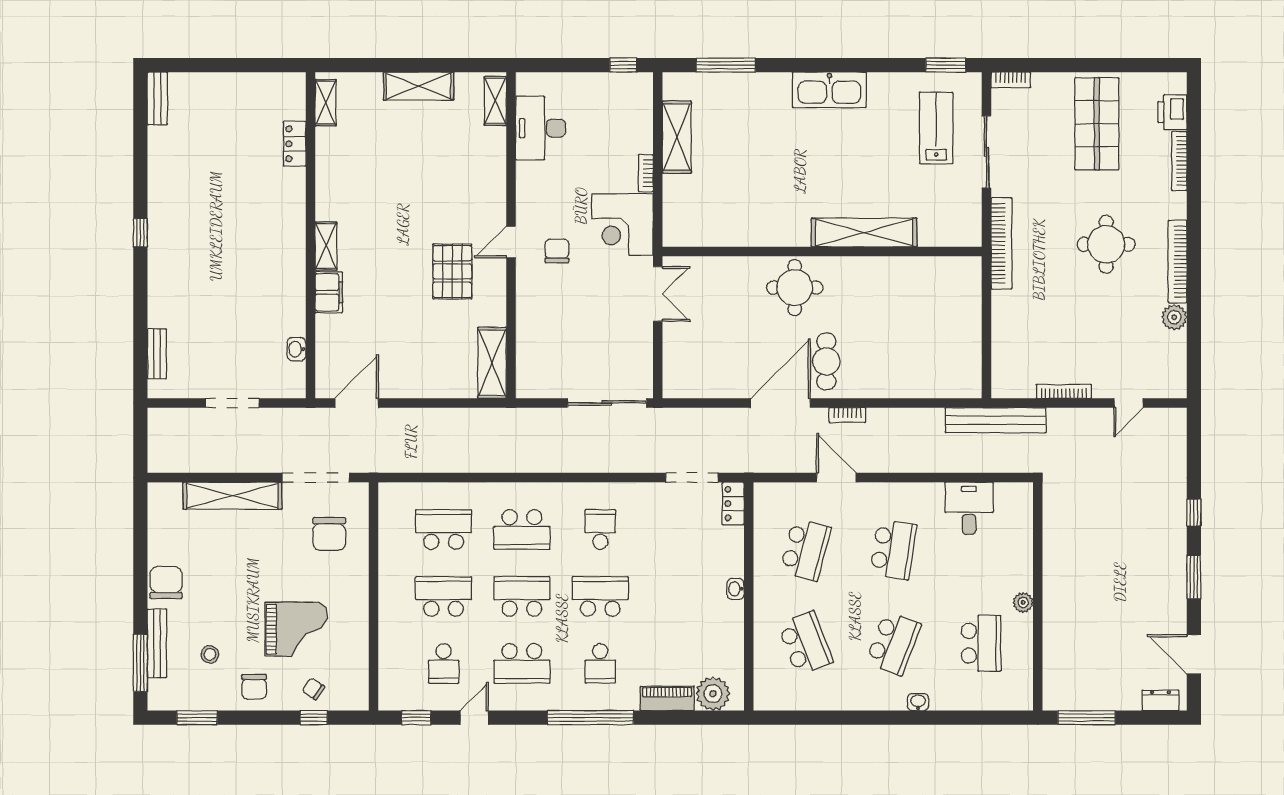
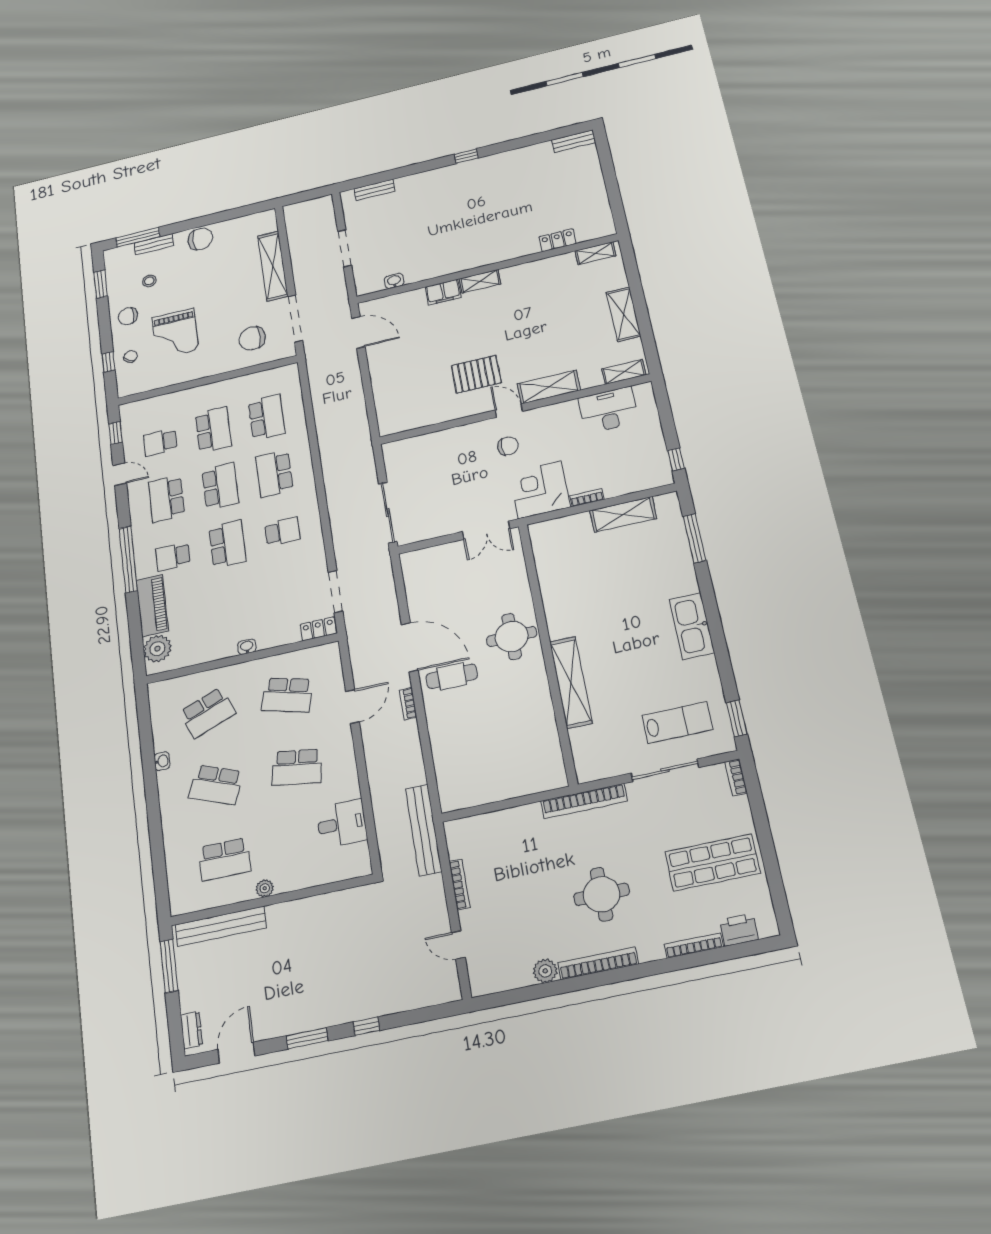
shelving: (492, 363) -> (549, 387), moved
bench: (157, 643) -> (154, 244), width x0.73
bench: (1055, 656) -> (221, 926), added
piano: (667, 699) -> (152, 606), width x1.37, depth x1.33
washbasin: (918, 702) -> (162, 761), moved

